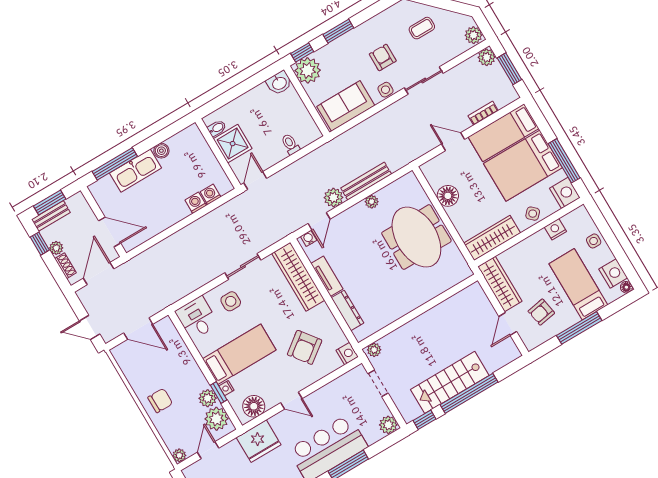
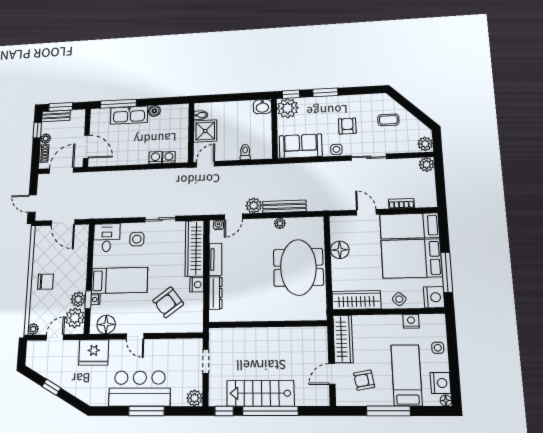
window: (509, 69) -> (440, 182), removed
plant: (374, 350) -> (218, 334), removed
nightstand: (347, 354) -> (197, 285), moved

